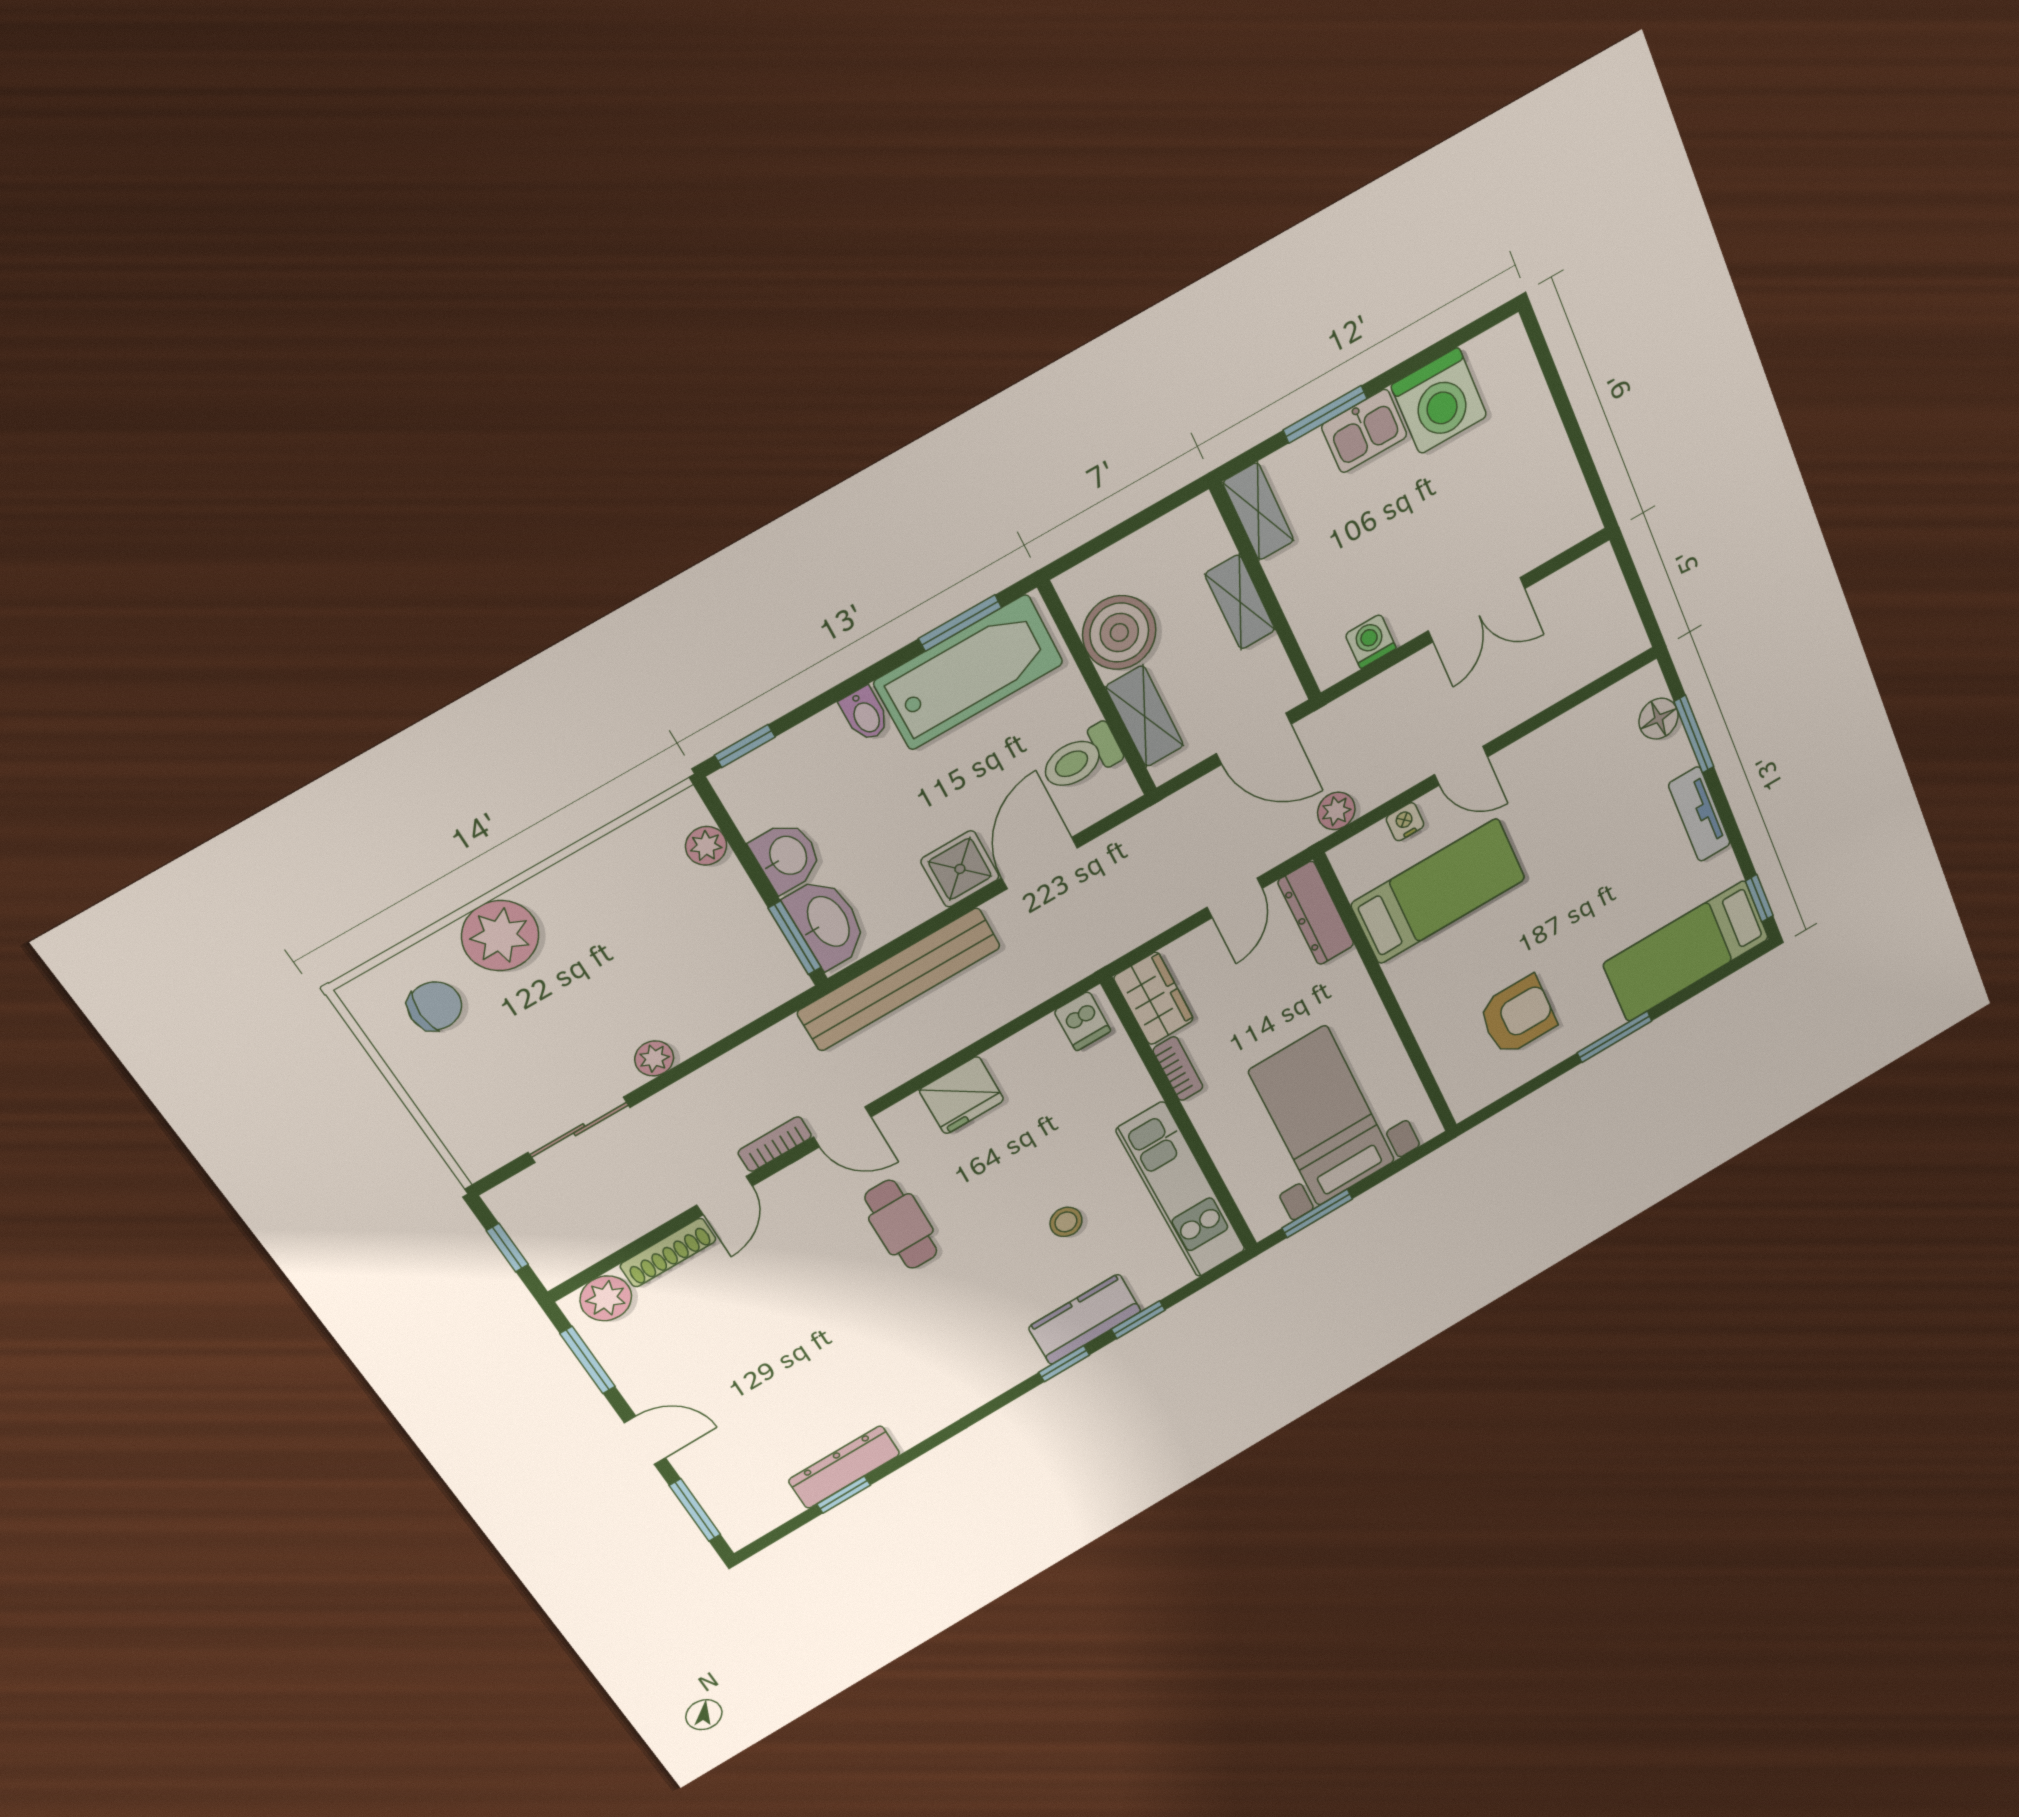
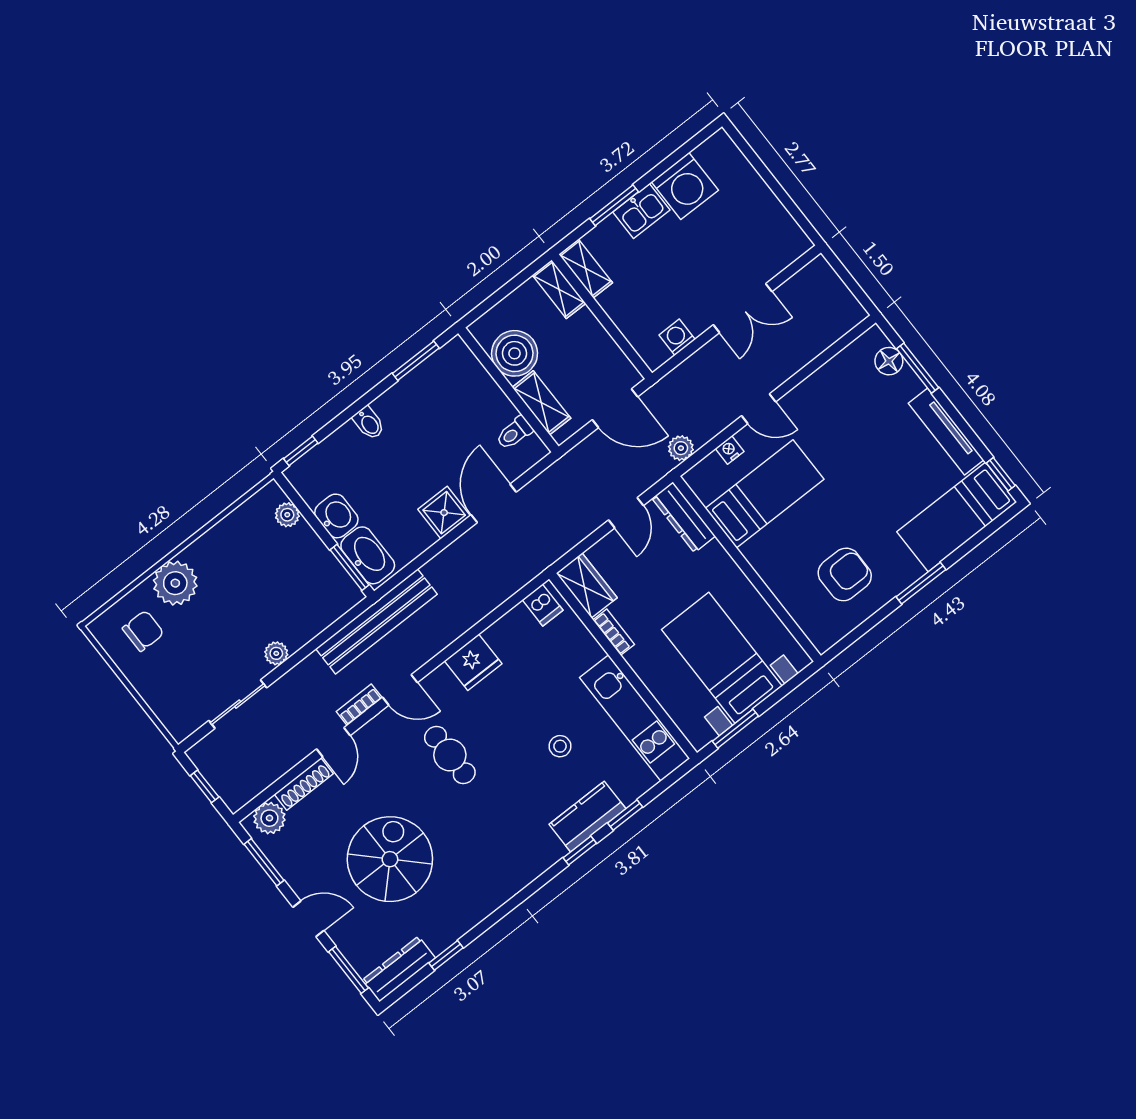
shelving: (1240, 602) -> (559, 289), moved
bathtub: (969, 673) -> (427, 390), removed
toilet: (1081, 758) -> (514, 433), width x0.73, depth x0.72
tv unit: (1699, 814) -> (946, 432), width x1.41
bench: (899, 980) -> (376, 621), moved
spiral stairs: (784, 1364) -> (390, 859), added
dresser: (844, 1467) -> (399, 969), moved

